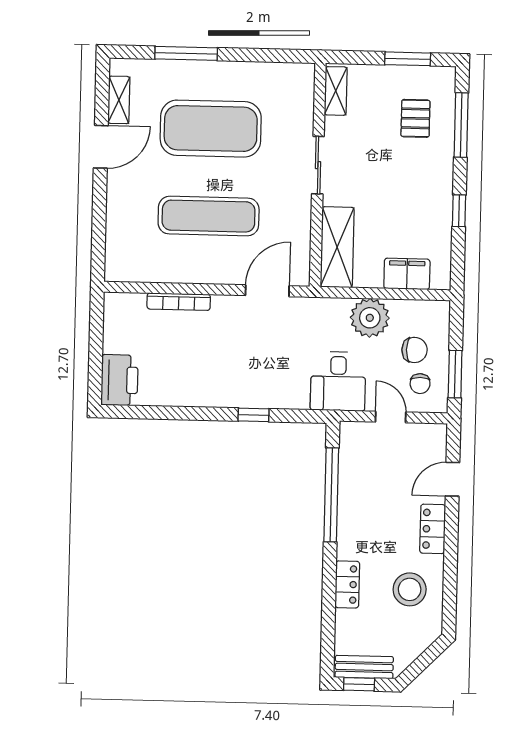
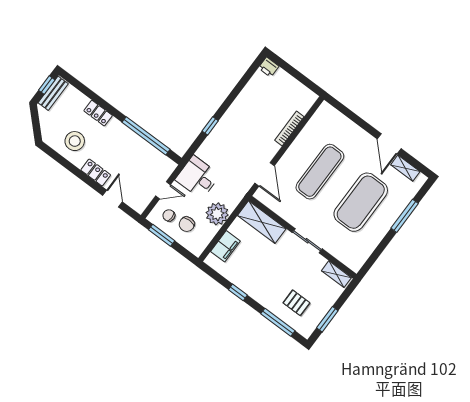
printer: (120, 380) -> (269, 67), width x0.53, depth x0.68

